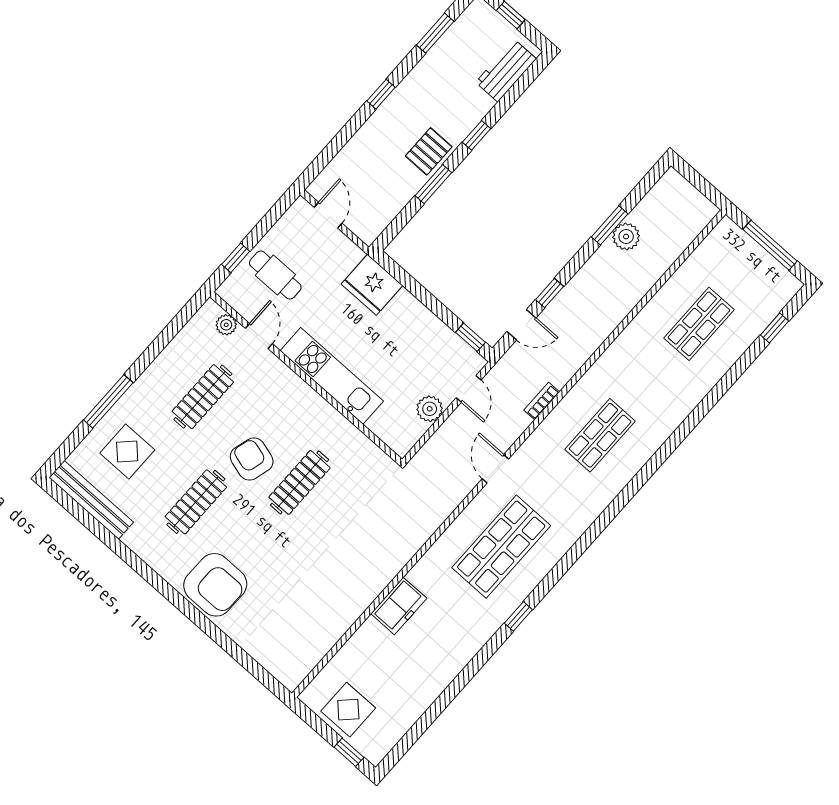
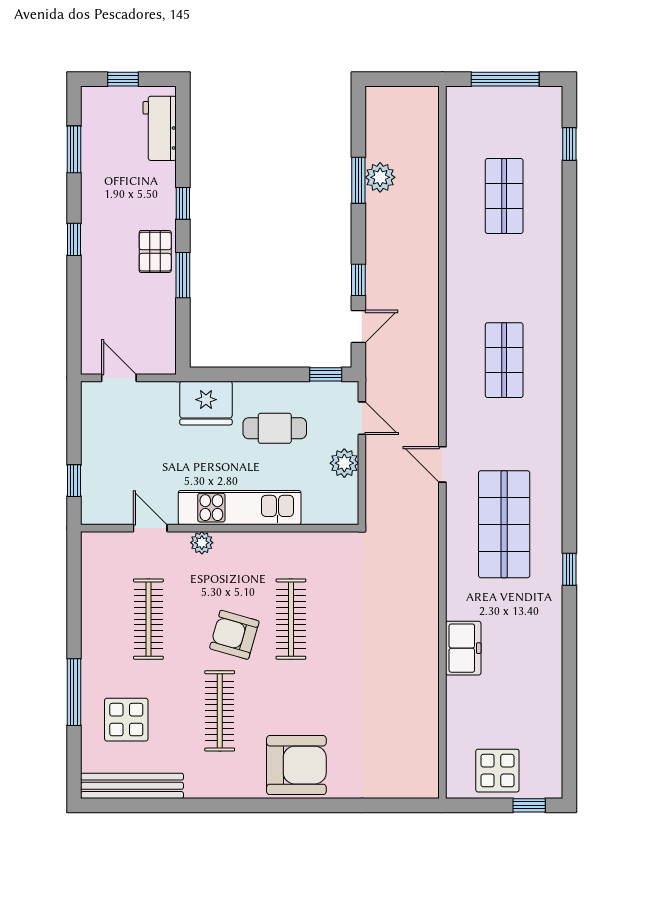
cafe table: (275, 275) -> (275, 428), moved
plant: (226, 325) -> (202, 543), moved
bookcase: (542, 401) -> (431, 375), removed

